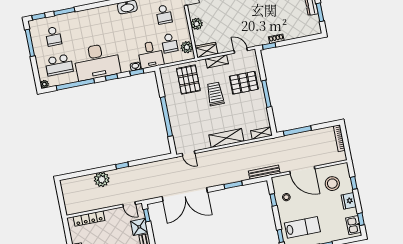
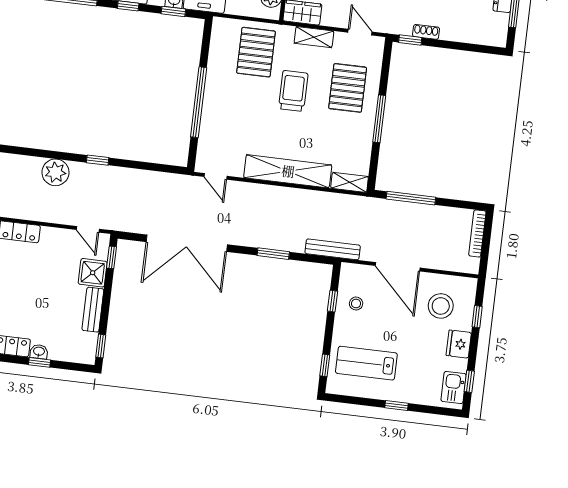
pallet: (244, 83) -> (348, 88), turned 90
shelving: (226, 138) -> (288, 171), width x1.47
lab bench: (302, 227) -> (366, 363), turned 180

